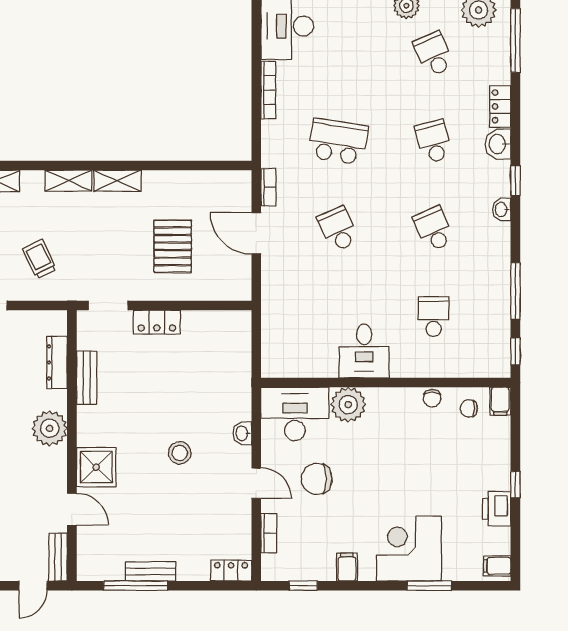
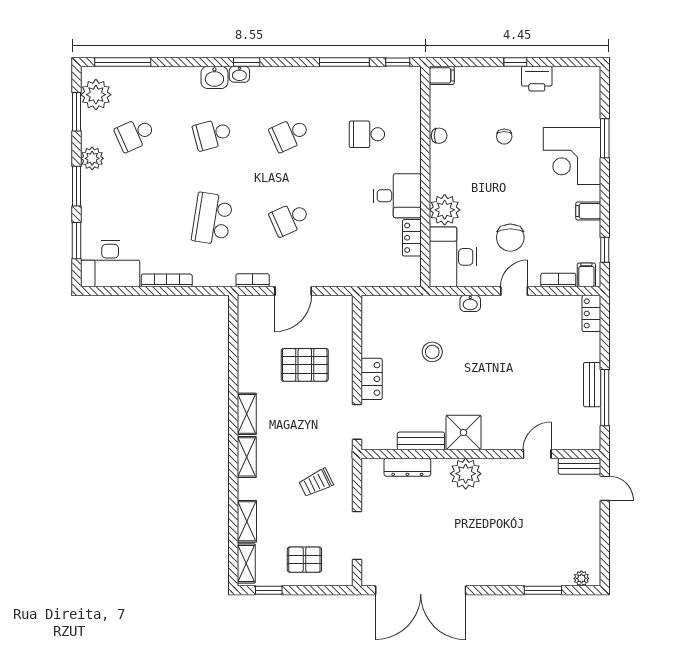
locker: (500, 106) -> (412, 238), moved, turned 90
washbasin: (502, 209) -> (239, 74), moved
chair: (469, 409) -> (504, 137), moved
stool: (180, 453) -> (432, 352), moved
shower: (96, 467) -> (463, 433), moved
filing cabinet: (497, 566) -> (586, 275), moved, turned 180

